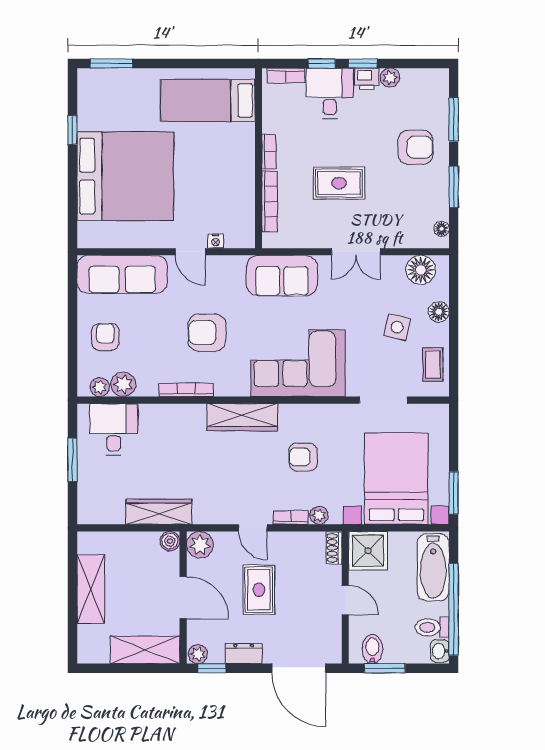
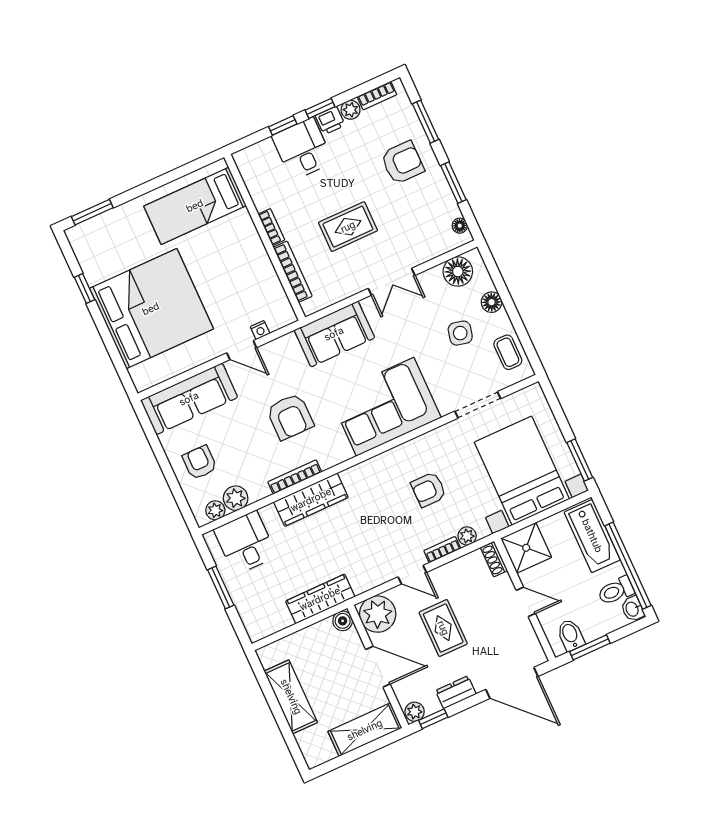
bookcase: (286, 75) -> (377, 96), moved
armchair: (207, 333) -> (290, 417), turned -90
wardrobe: (242, 417) -> (311, 500), moved
plant: (200, 545) -> (378, 614), width x1.36, depth x1.36

